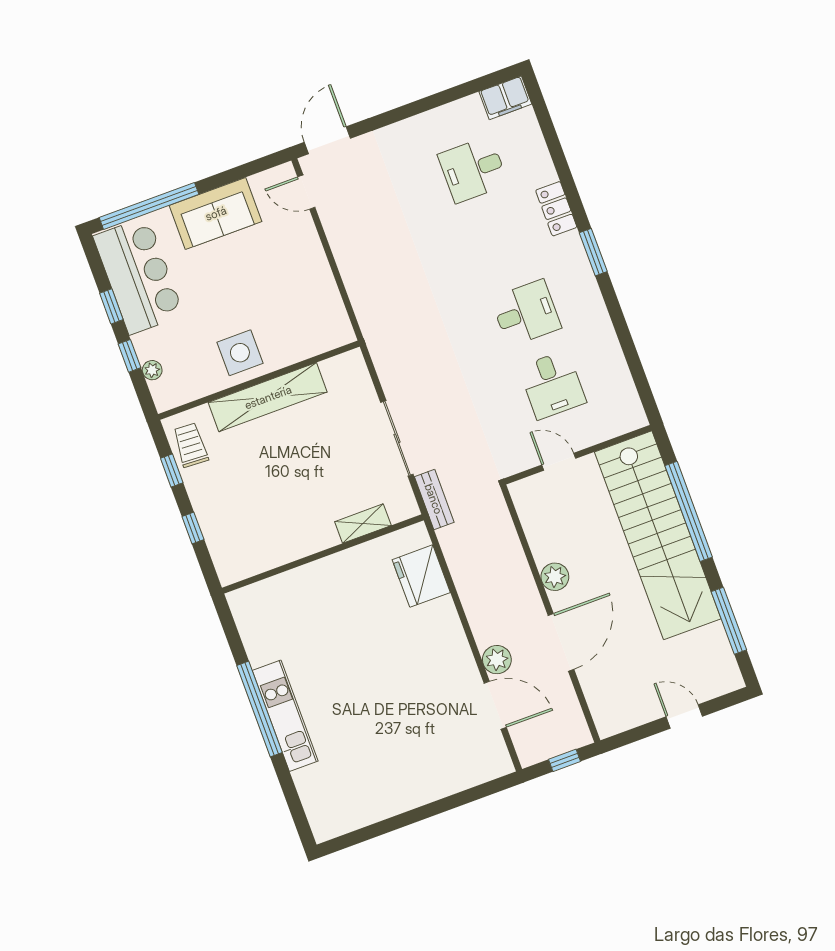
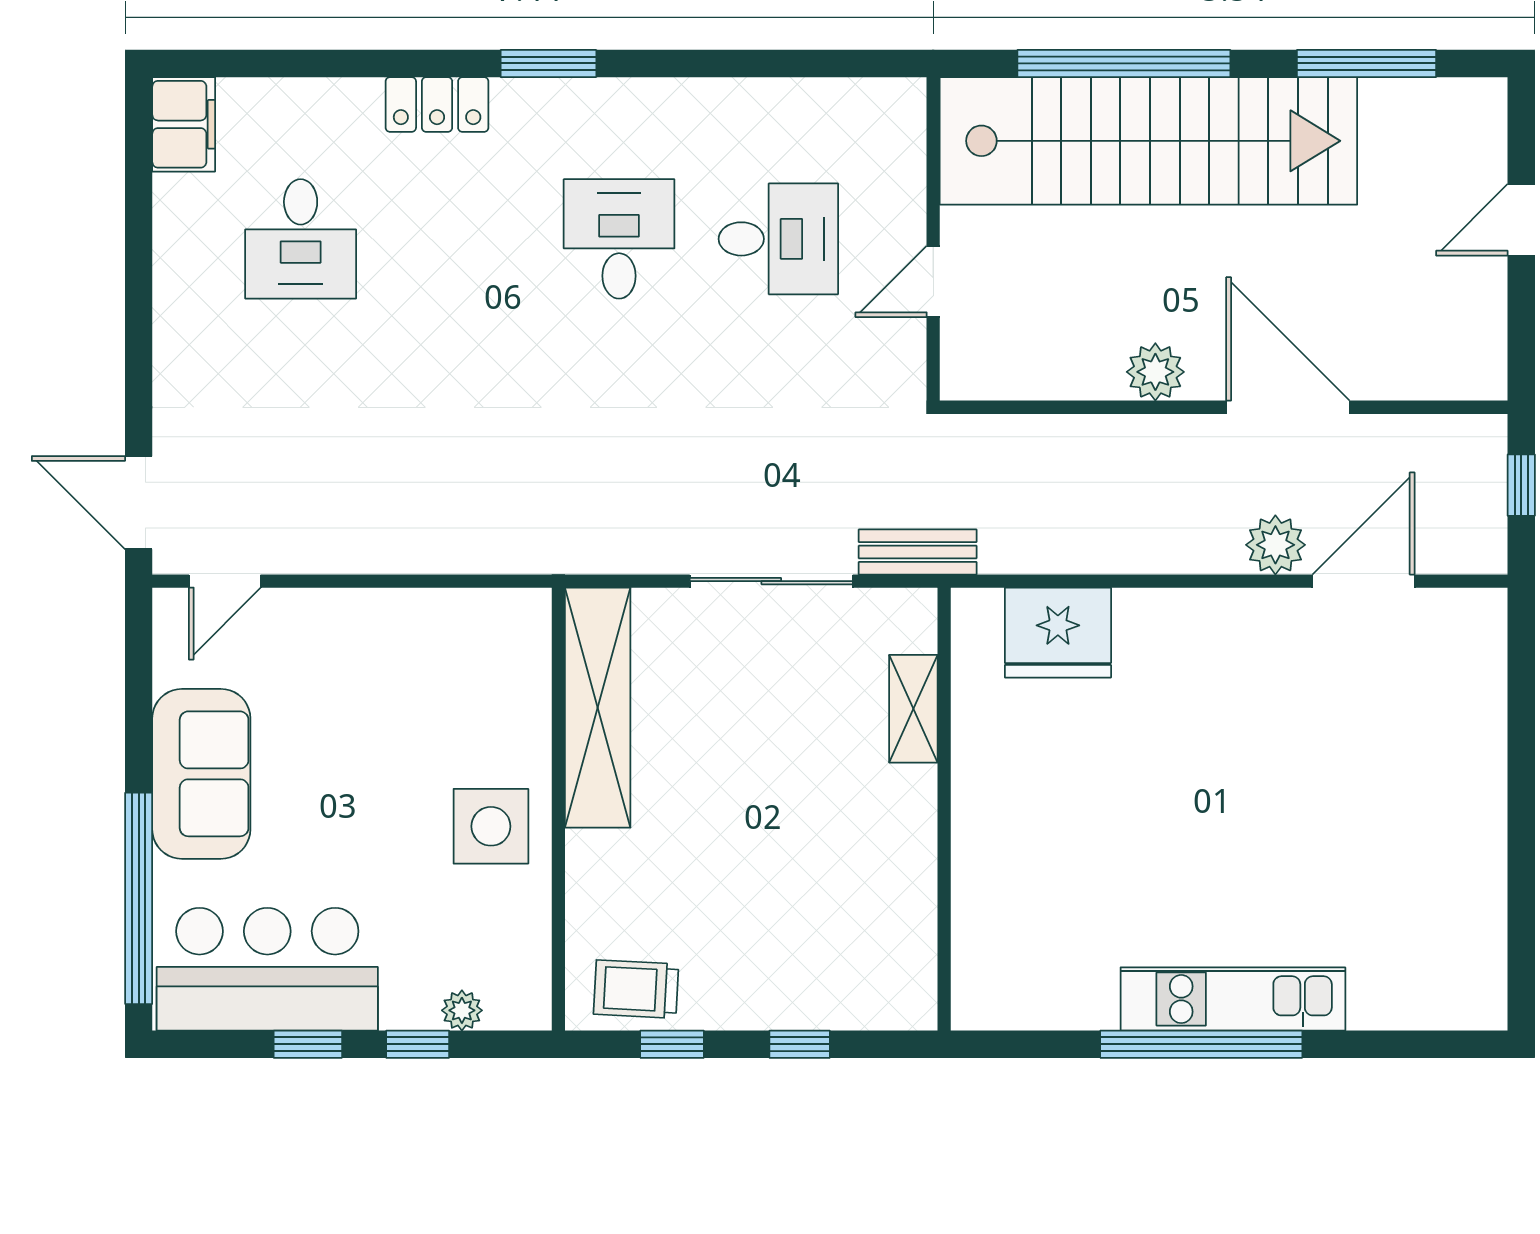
shelving: (268, 397) -> (598, 708), moved

